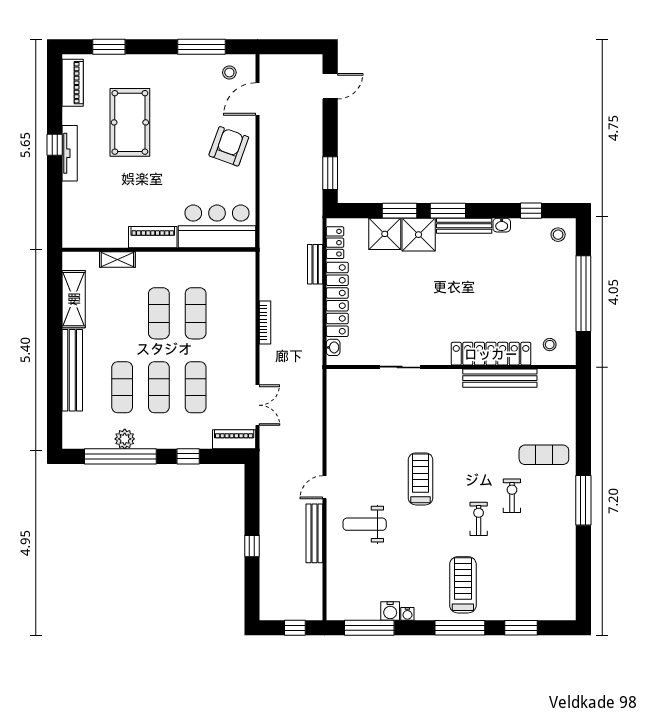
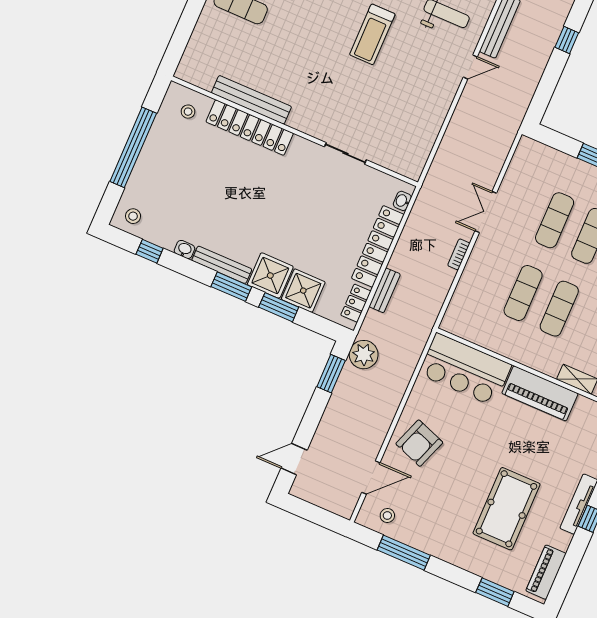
plant: (309, 201) -> (364, 355), added
piano: (153, 237) -> (540, 393), width x1.37, depth x1.33
bookcase: (265, 323) -> (459, 254), width x0.64
double door: (258, 405) -> (486, 212), moved
piano: (234, 439) -> (539, 153), removed

